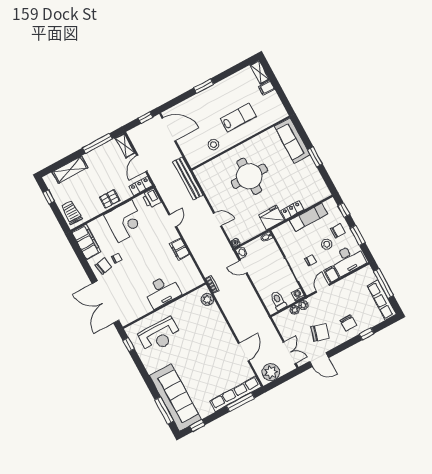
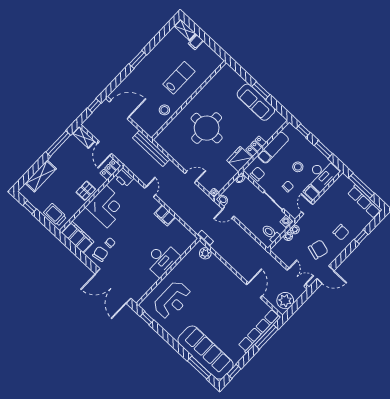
sofa: (292, 141) -> (256, 102), moved
chair: (338, 231) -> (258, 174), moved

